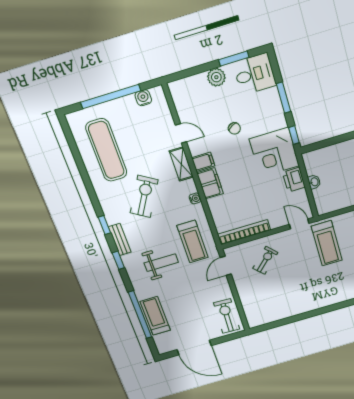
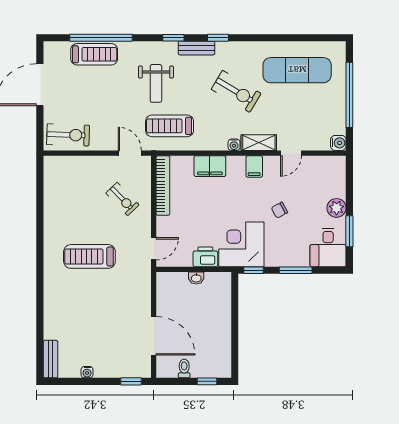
water cooler: (143, 98) -> (338, 143), moved
filing cabinet: (210, 183) -> (210, 166), moved
water cooler: (195, 198) -> (234, 145), moved
treadmill: (327, 243) -> (89, 256), moved

